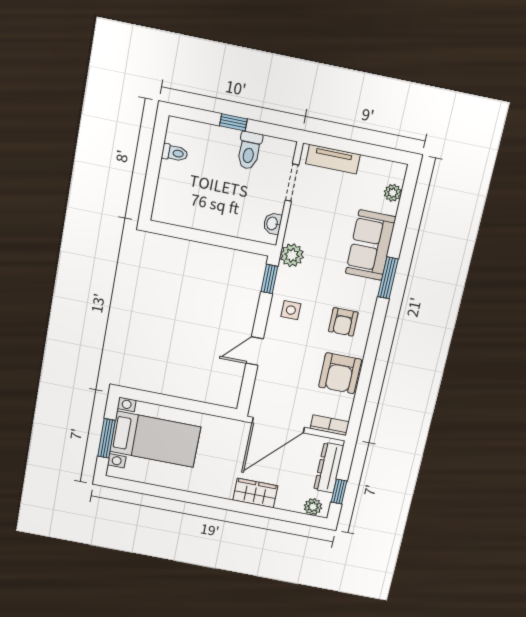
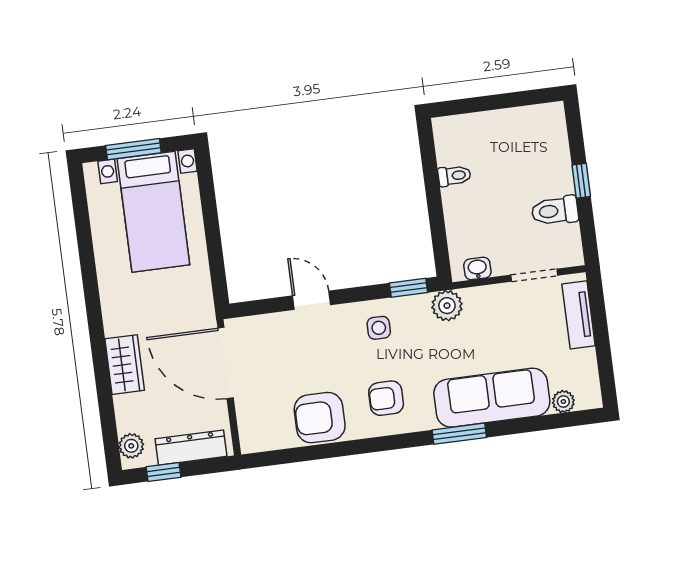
toilet: (175, 153) -> (454, 176), moved, turned -90
sofa: (371, 245) -> (492, 398), width x1.36
bookcase: (330, 425) -> (248, 429), removed

